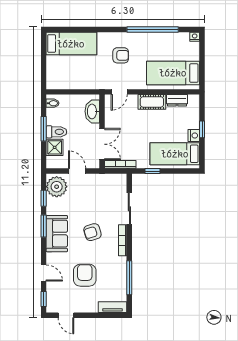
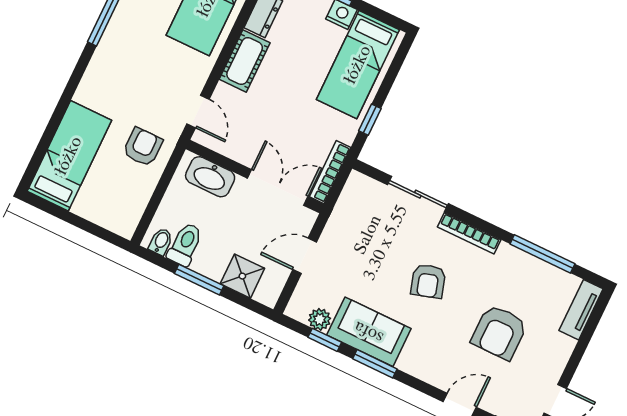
armchair: (121, 55) -> (143, 147), moved
toilet: (56, 132) -> (185, 244), moved
plant: (57, 187) -> (320, 319), width x0.53, depth x0.53
sofa: (57, 234) -> (369, 332), moved
armchair: (85, 275) -> (499, 332), turned -90

